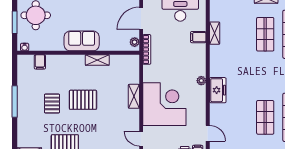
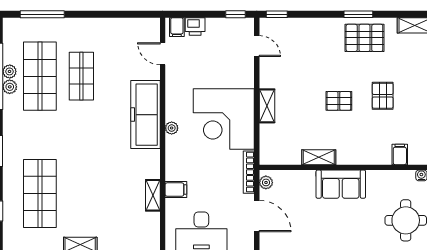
door: (141, 18) -> (257, 216), hinge flipped
shop shelf: (265, 34) -> (81, 193), removed
freezer: (218, 90) -> (145, 115), width x1.91, depth x1.26
pallet: (83, 100) -> (339, 101), width x0.67, depth x0.71
corner desk: (164, 104) -> (224, 119), moved

